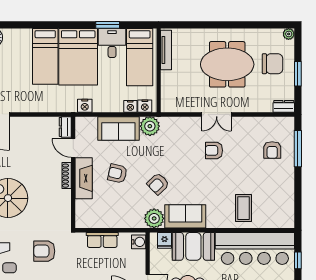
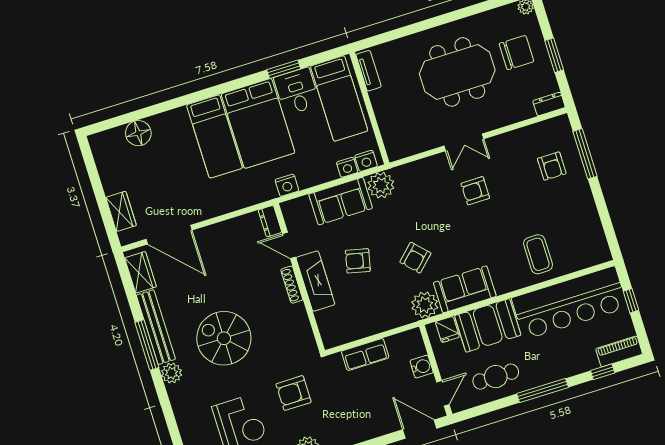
tv unit: (166, 50) -> (369, 71), width x0.71
water cooler: (139, 242) -> (422, 367), moved

